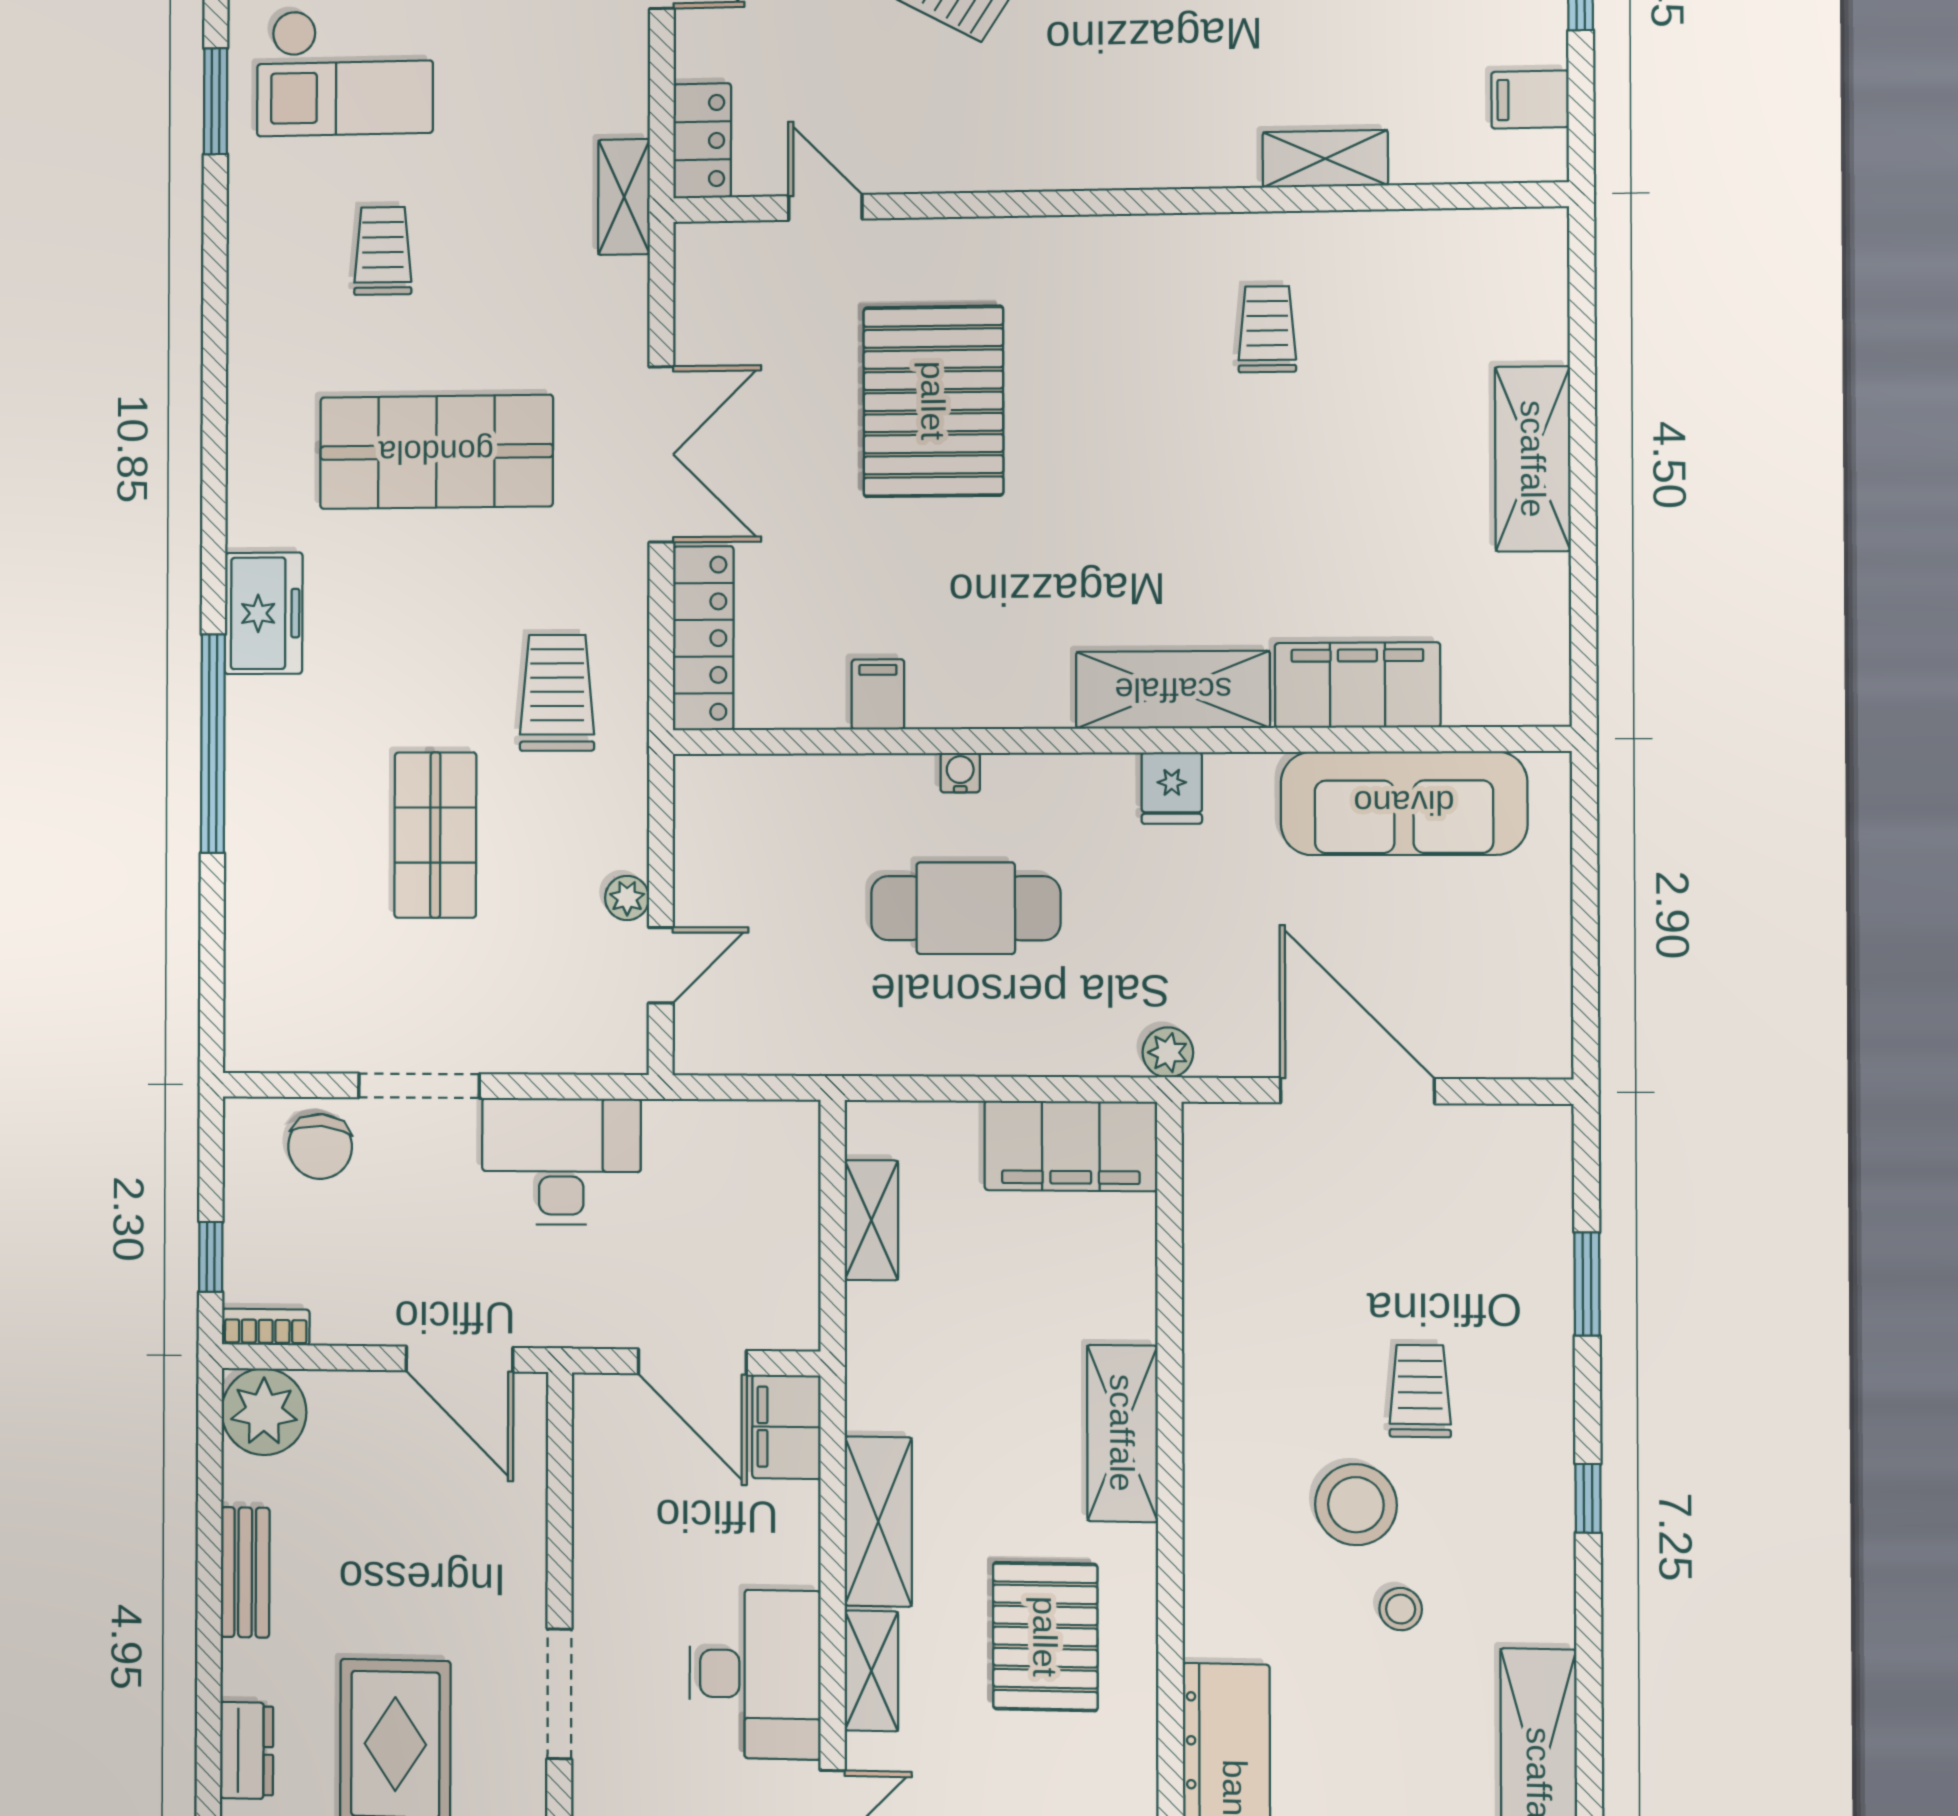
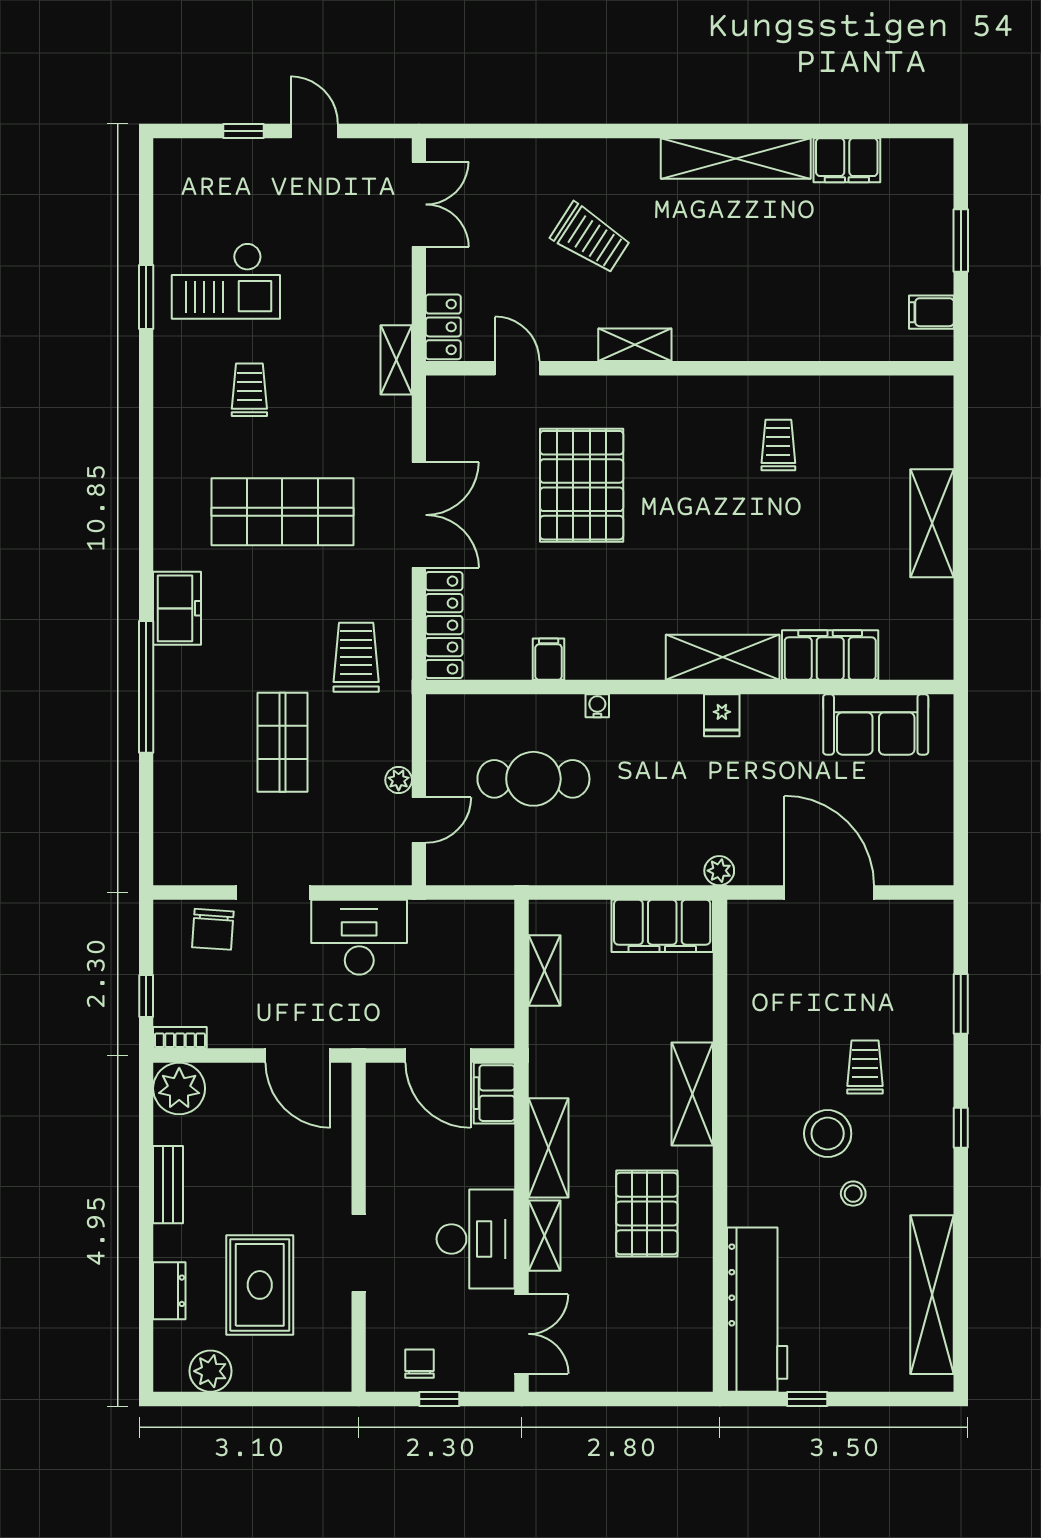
shelving: (1325, 159) -> (635, 345), moved
sofa: (1404, 803) -> (876, 724), width x0.73
cafe table: (966, 908) -> (533, 779), moved

